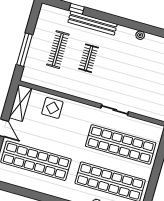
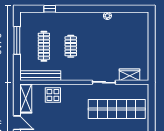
bench: (93, 23) -> (40, 76), moved
window: (25, 50) -> (17, 40), moved
wardrobe: (146, 110) -> (130, 75), added

